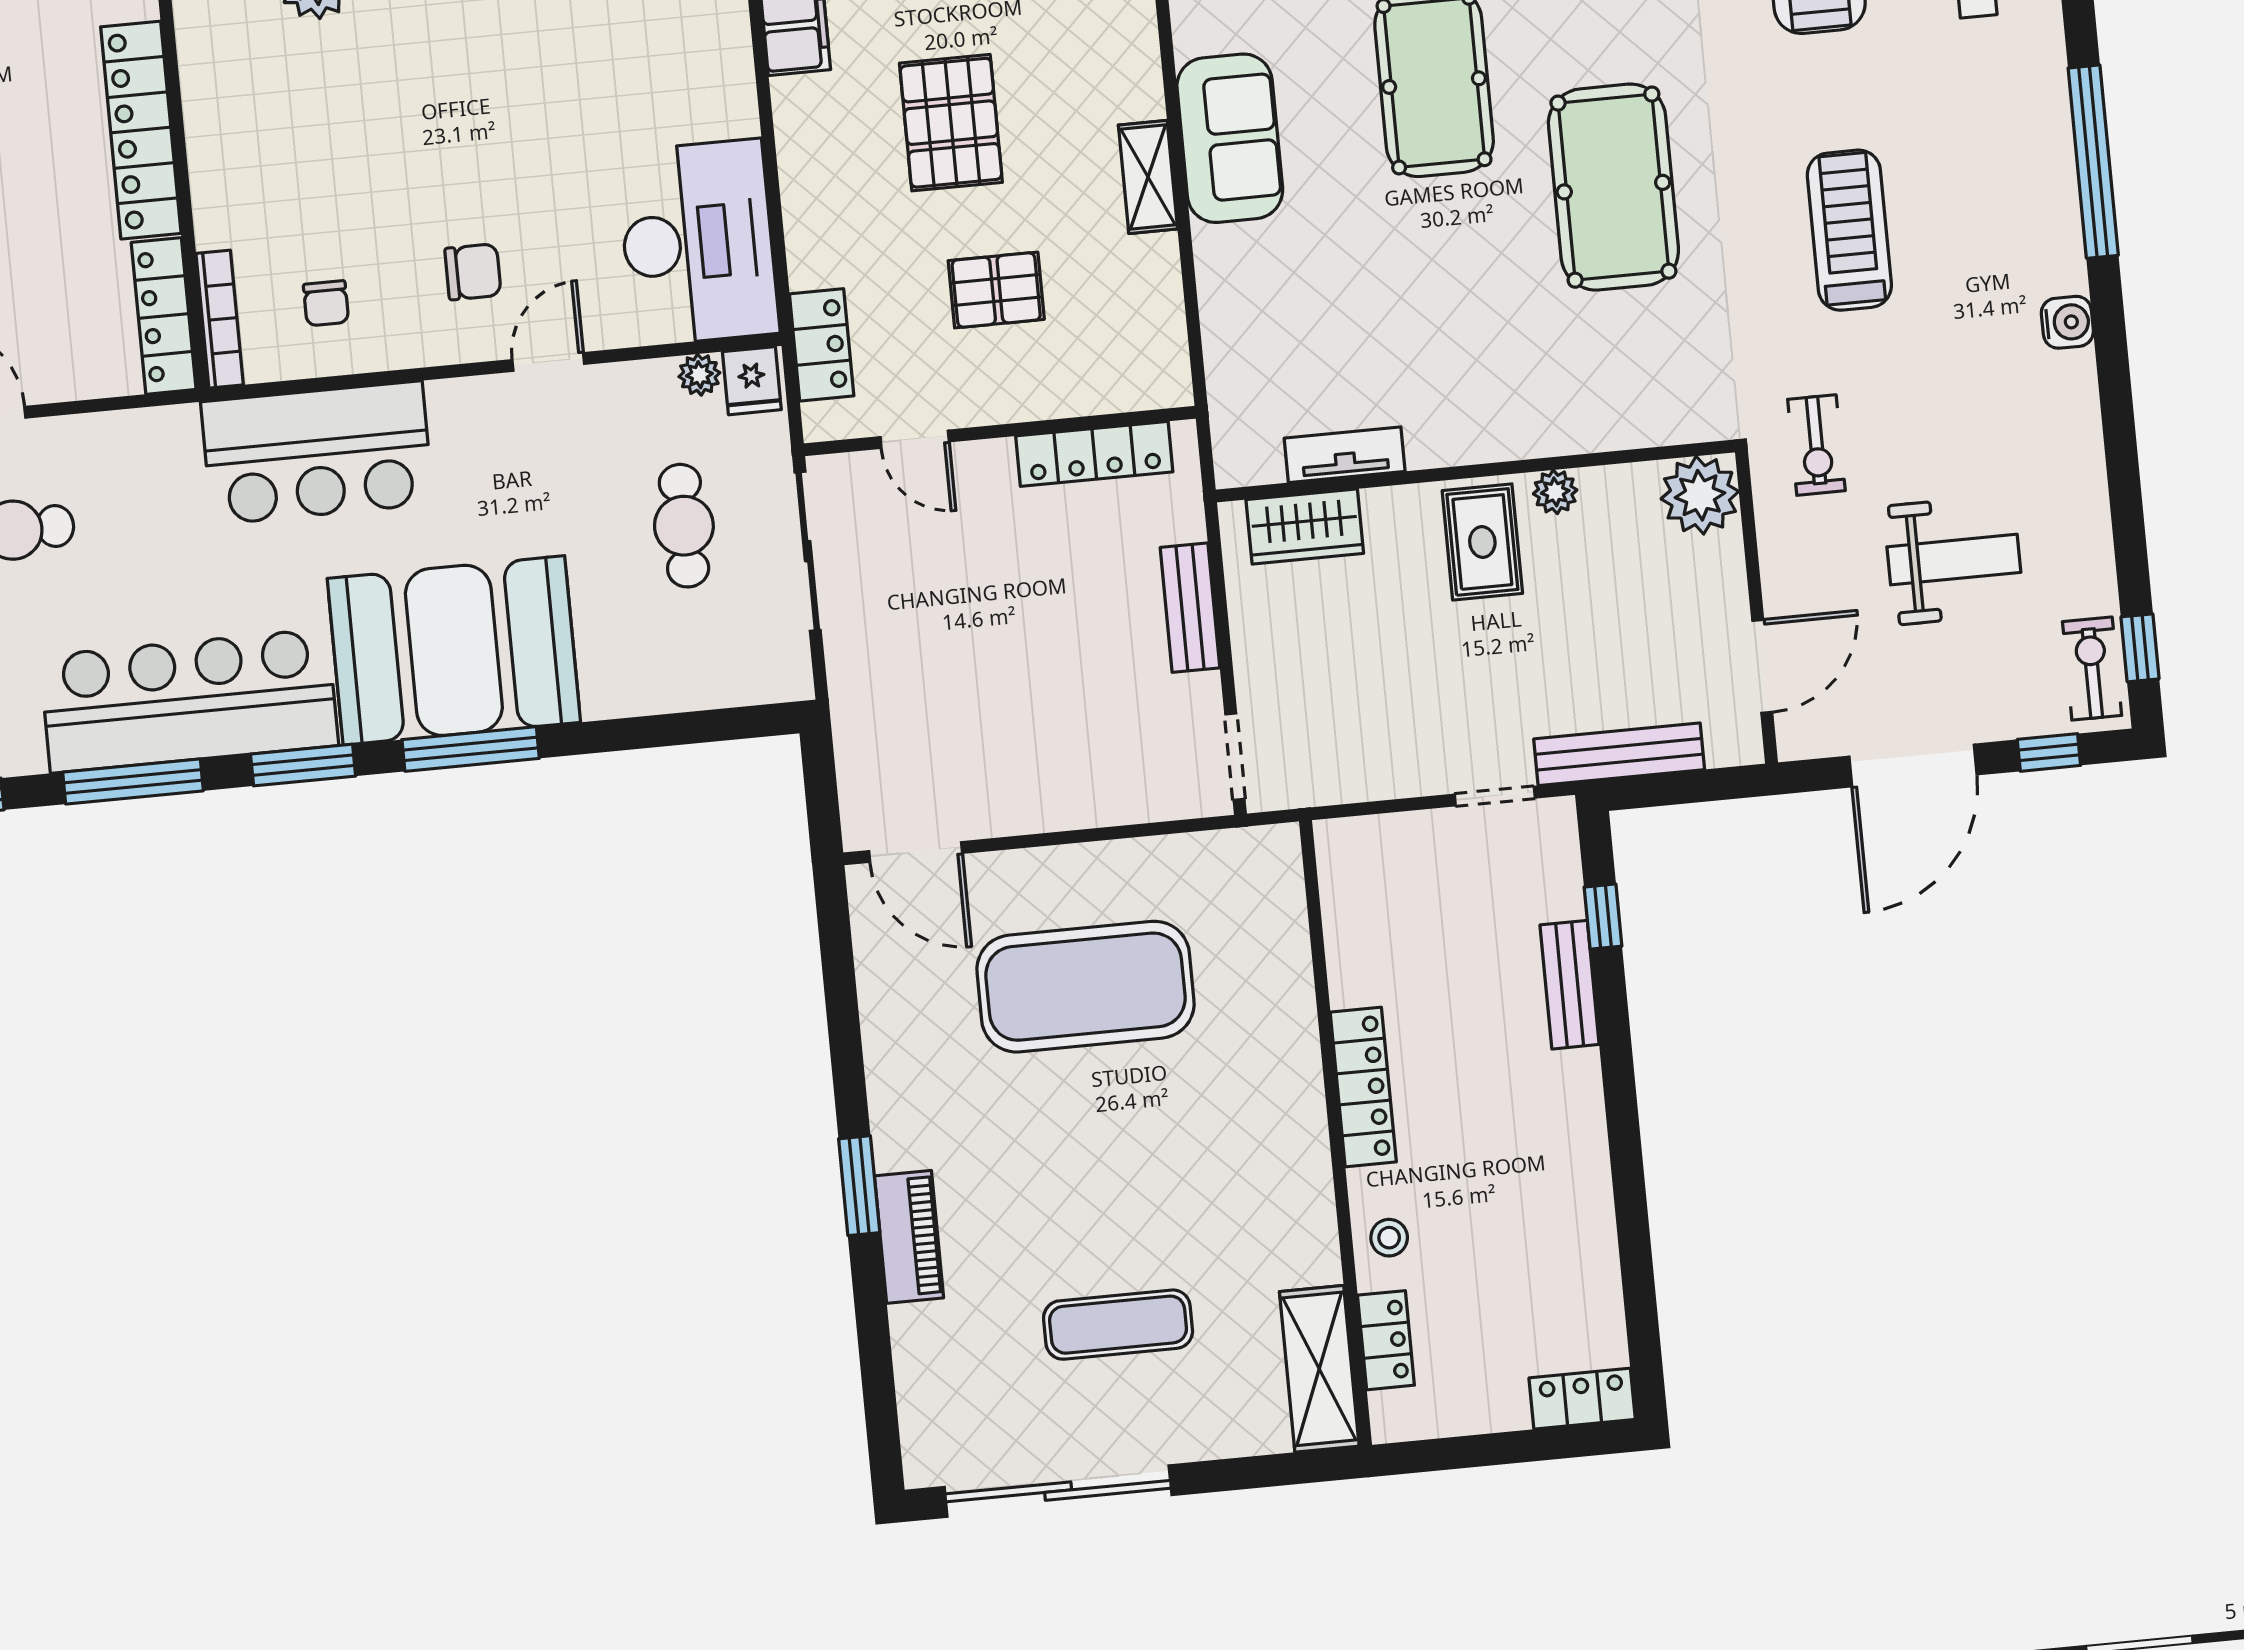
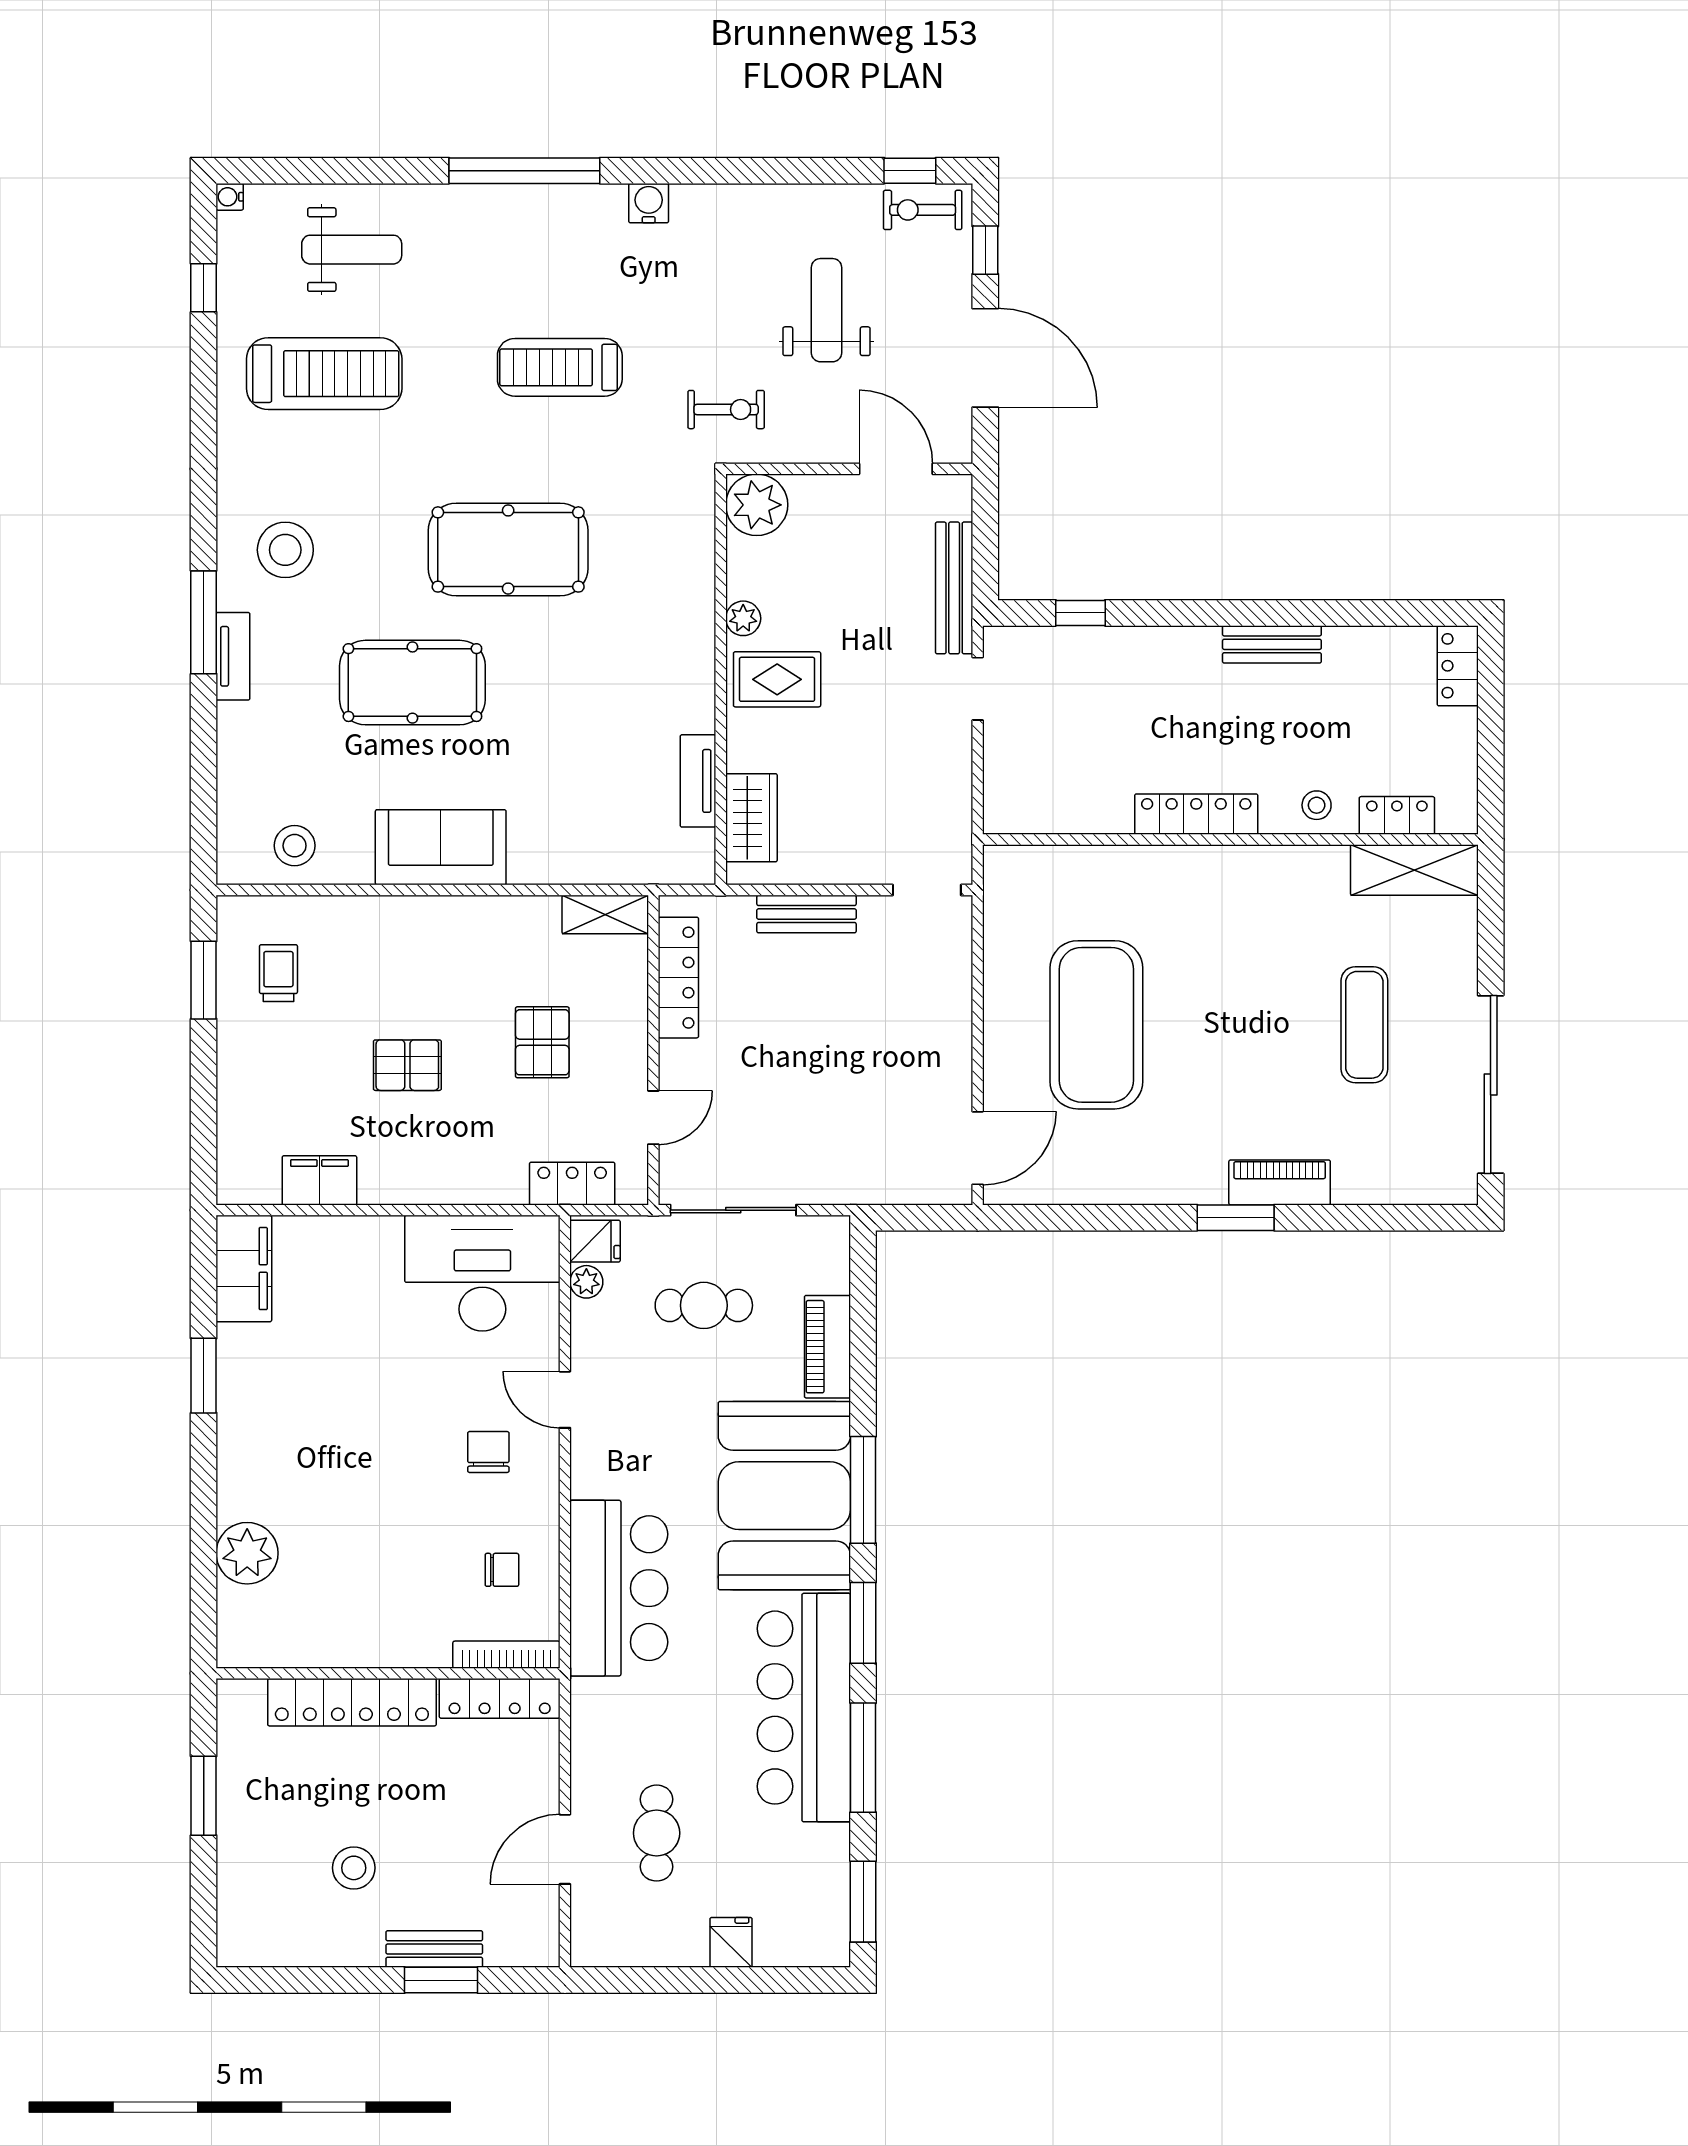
pallet: (951, 123) -> (407, 1065), width x0.67, depth x0.71
shelving: (1148, 177) -> (605, 914), moved
piano: (647, 687) -> (827, 1347), added
bench: (1570, 985) -> (1272, 644), moved

